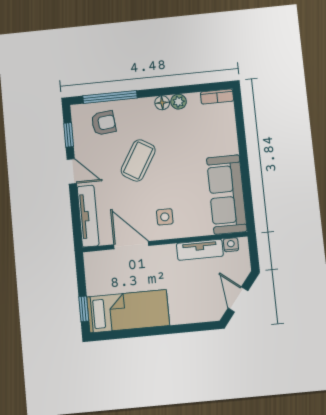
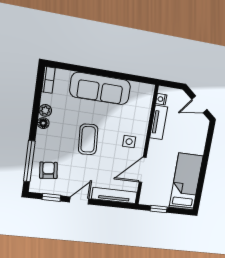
coffee table: (138, 160) -> (88, 139), moved, turned 55
sofa: (227, 194) -> (100, 89), moved
window: (84, 309) -> (159, 209), moved

